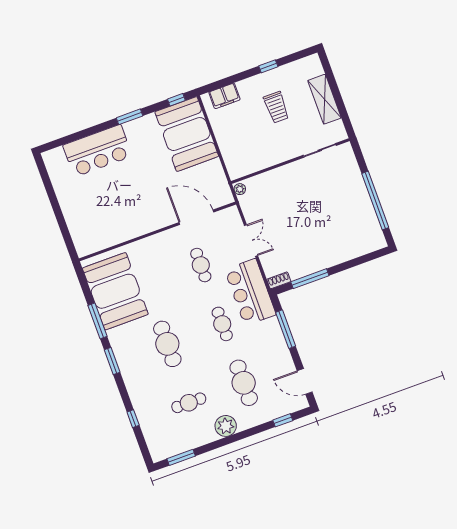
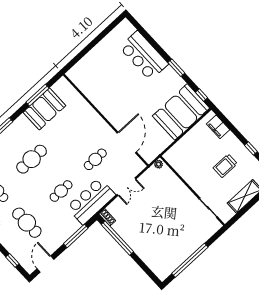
window: (310, 279) -> (117, 238), width x1.46
booth: (115, 291) -> (44, 109), width x0.73, depth x0.70
window: (97, 321) -> (37, 95), moved
cafe table: (244, 383) -> (27, 223), turned 90

